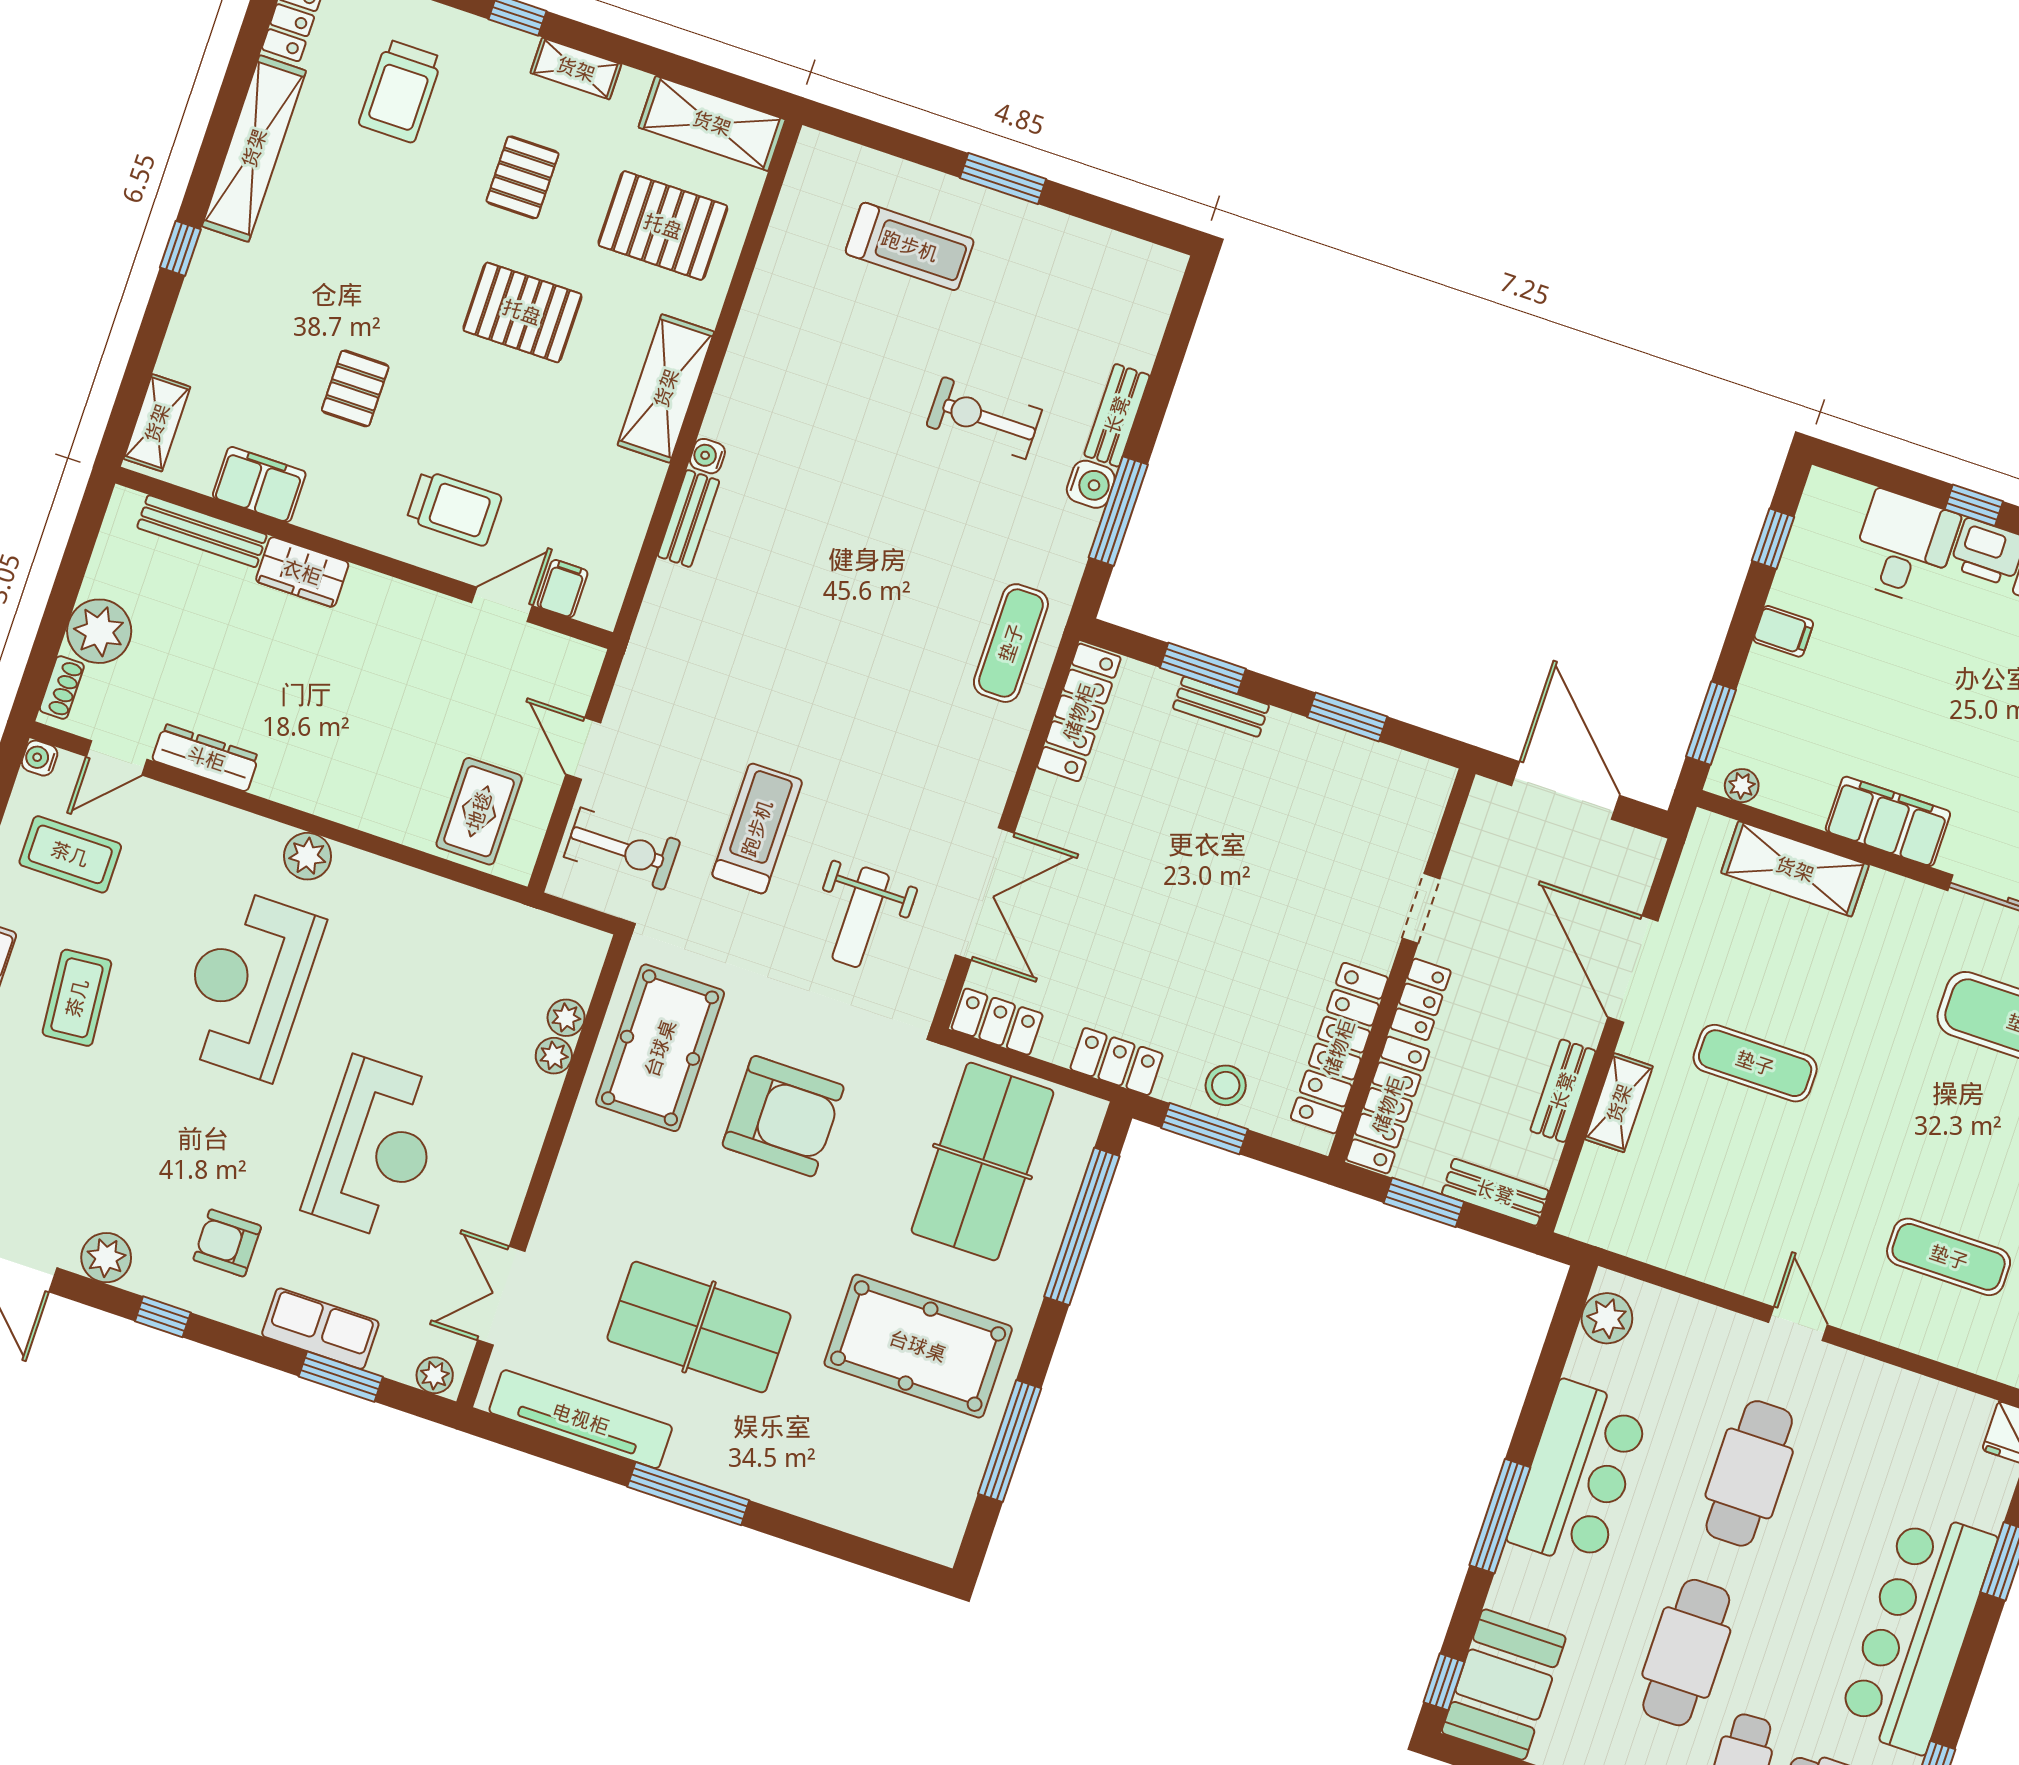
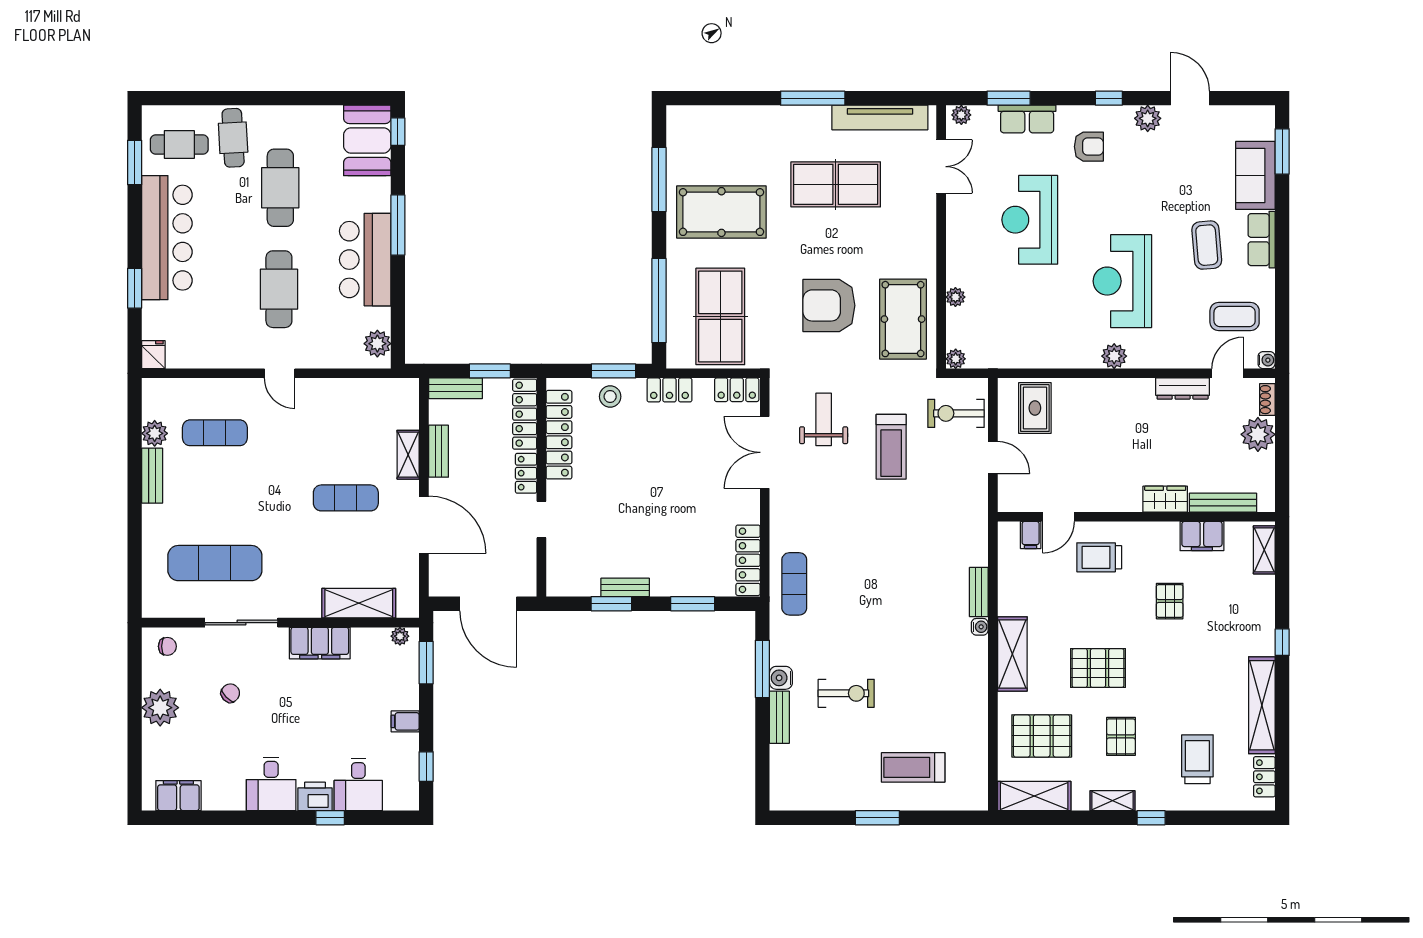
bench: (1221, 707) -> (625, 587), moved
reception desk: (248, 984) -> (1122, 281), turned 180
plant: (566, 1018) -> (956, 359), moved

